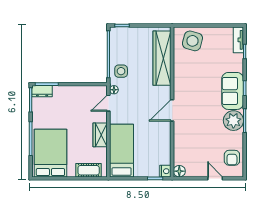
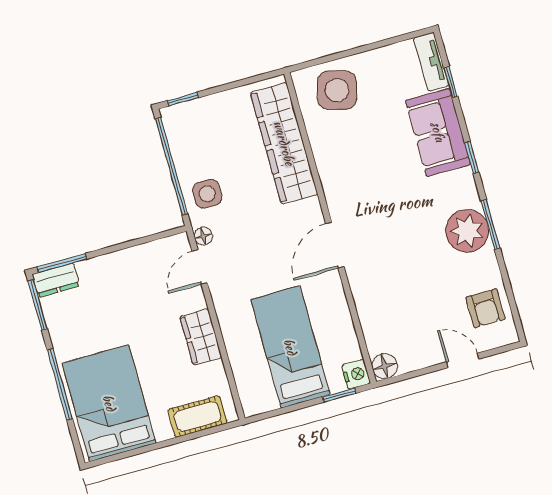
sofa: (233, 91) -> (438, 132), moved
bed: (122, 151) -> (290, 347), moved

